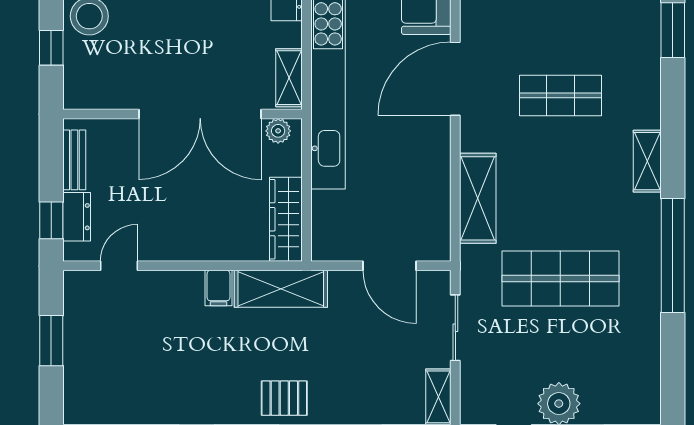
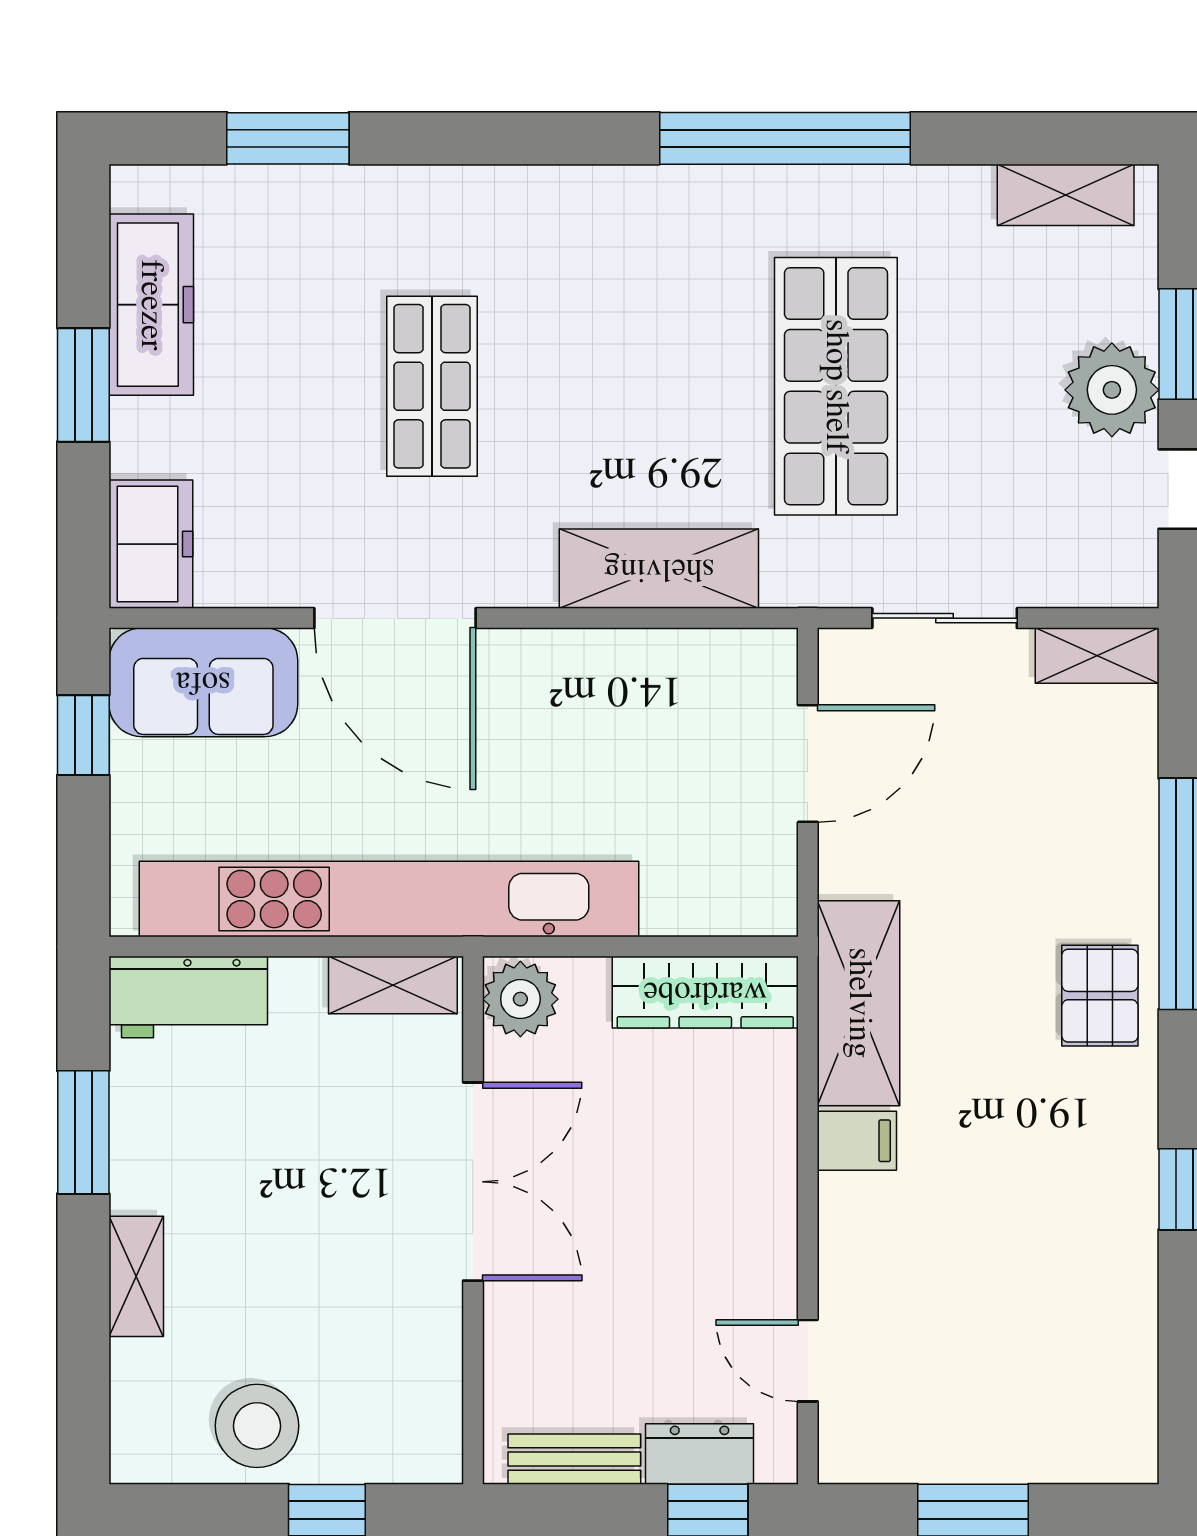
double door: (200, 114) -> (473, 1182), width x0.73
plant: (278, 131) -> (520, 999), width x1.38, depth x1.38
shelving: (647, 161) -> (1066, 195), moved

